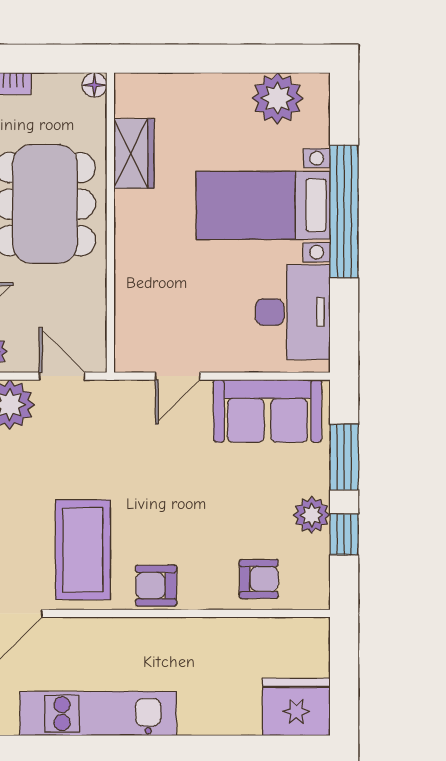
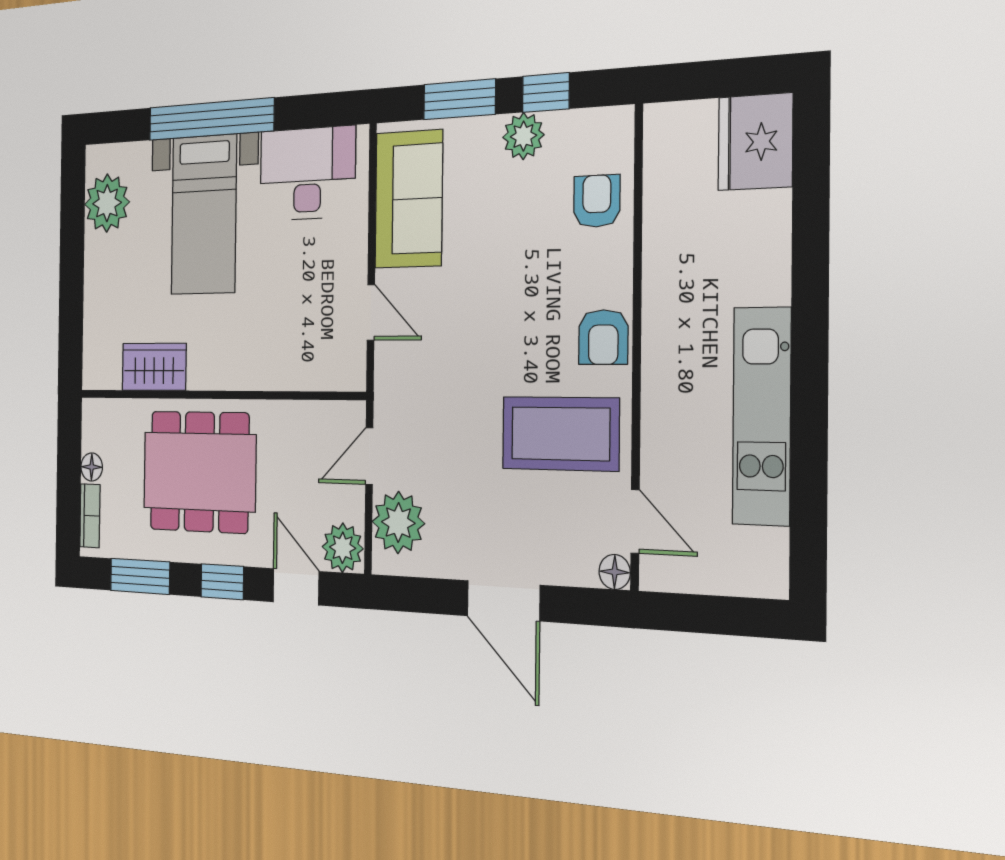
floor lamp: (94, 85) -> (92, 467), moved

